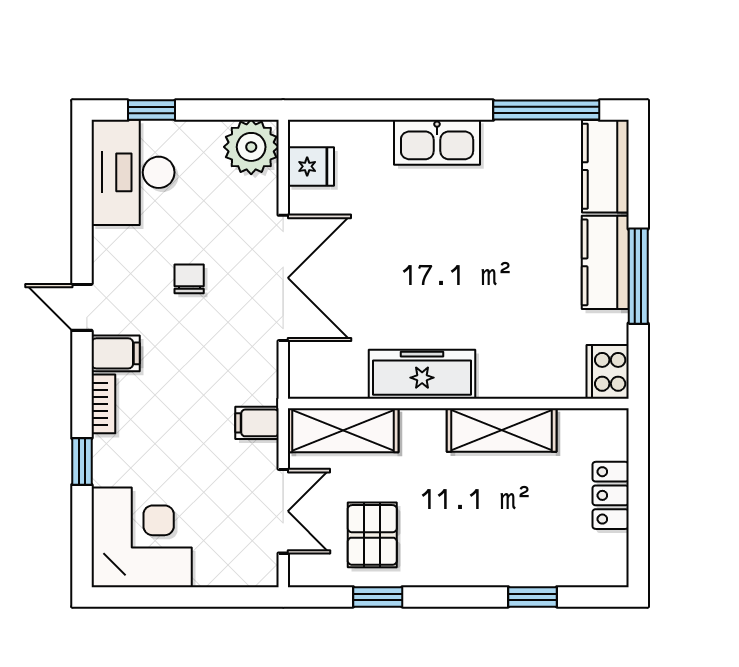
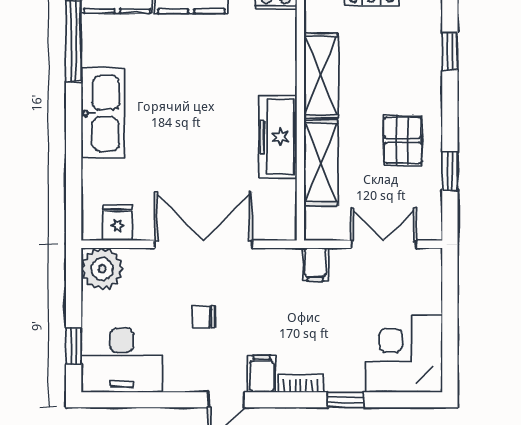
kitchen sink: (437, 142) -> (103, 113), width x1.36, depth x1.24
shelving: (343, 430) -> (321, 163), moved
pallet: (372, 535) -> (403, 140), moved, turned 90

